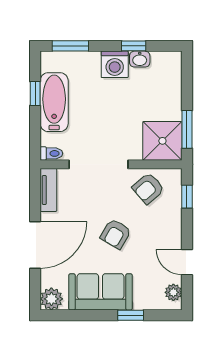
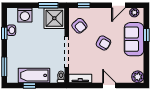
washing machine: (115, 64) -> (25, 15), moved, turned 90
door: (35, 245) -> (109, 85), width x0.53
sofa: (100, 292) -> (134, 39), moved

